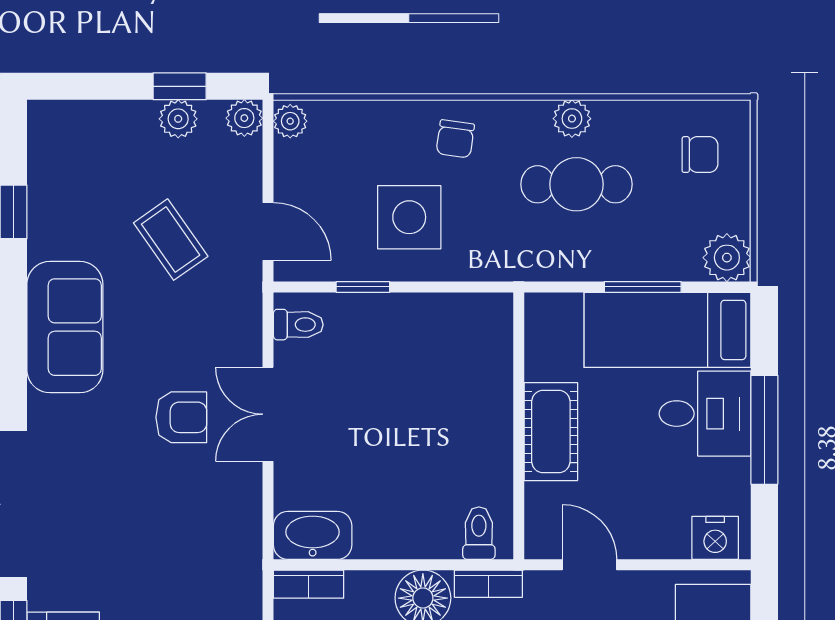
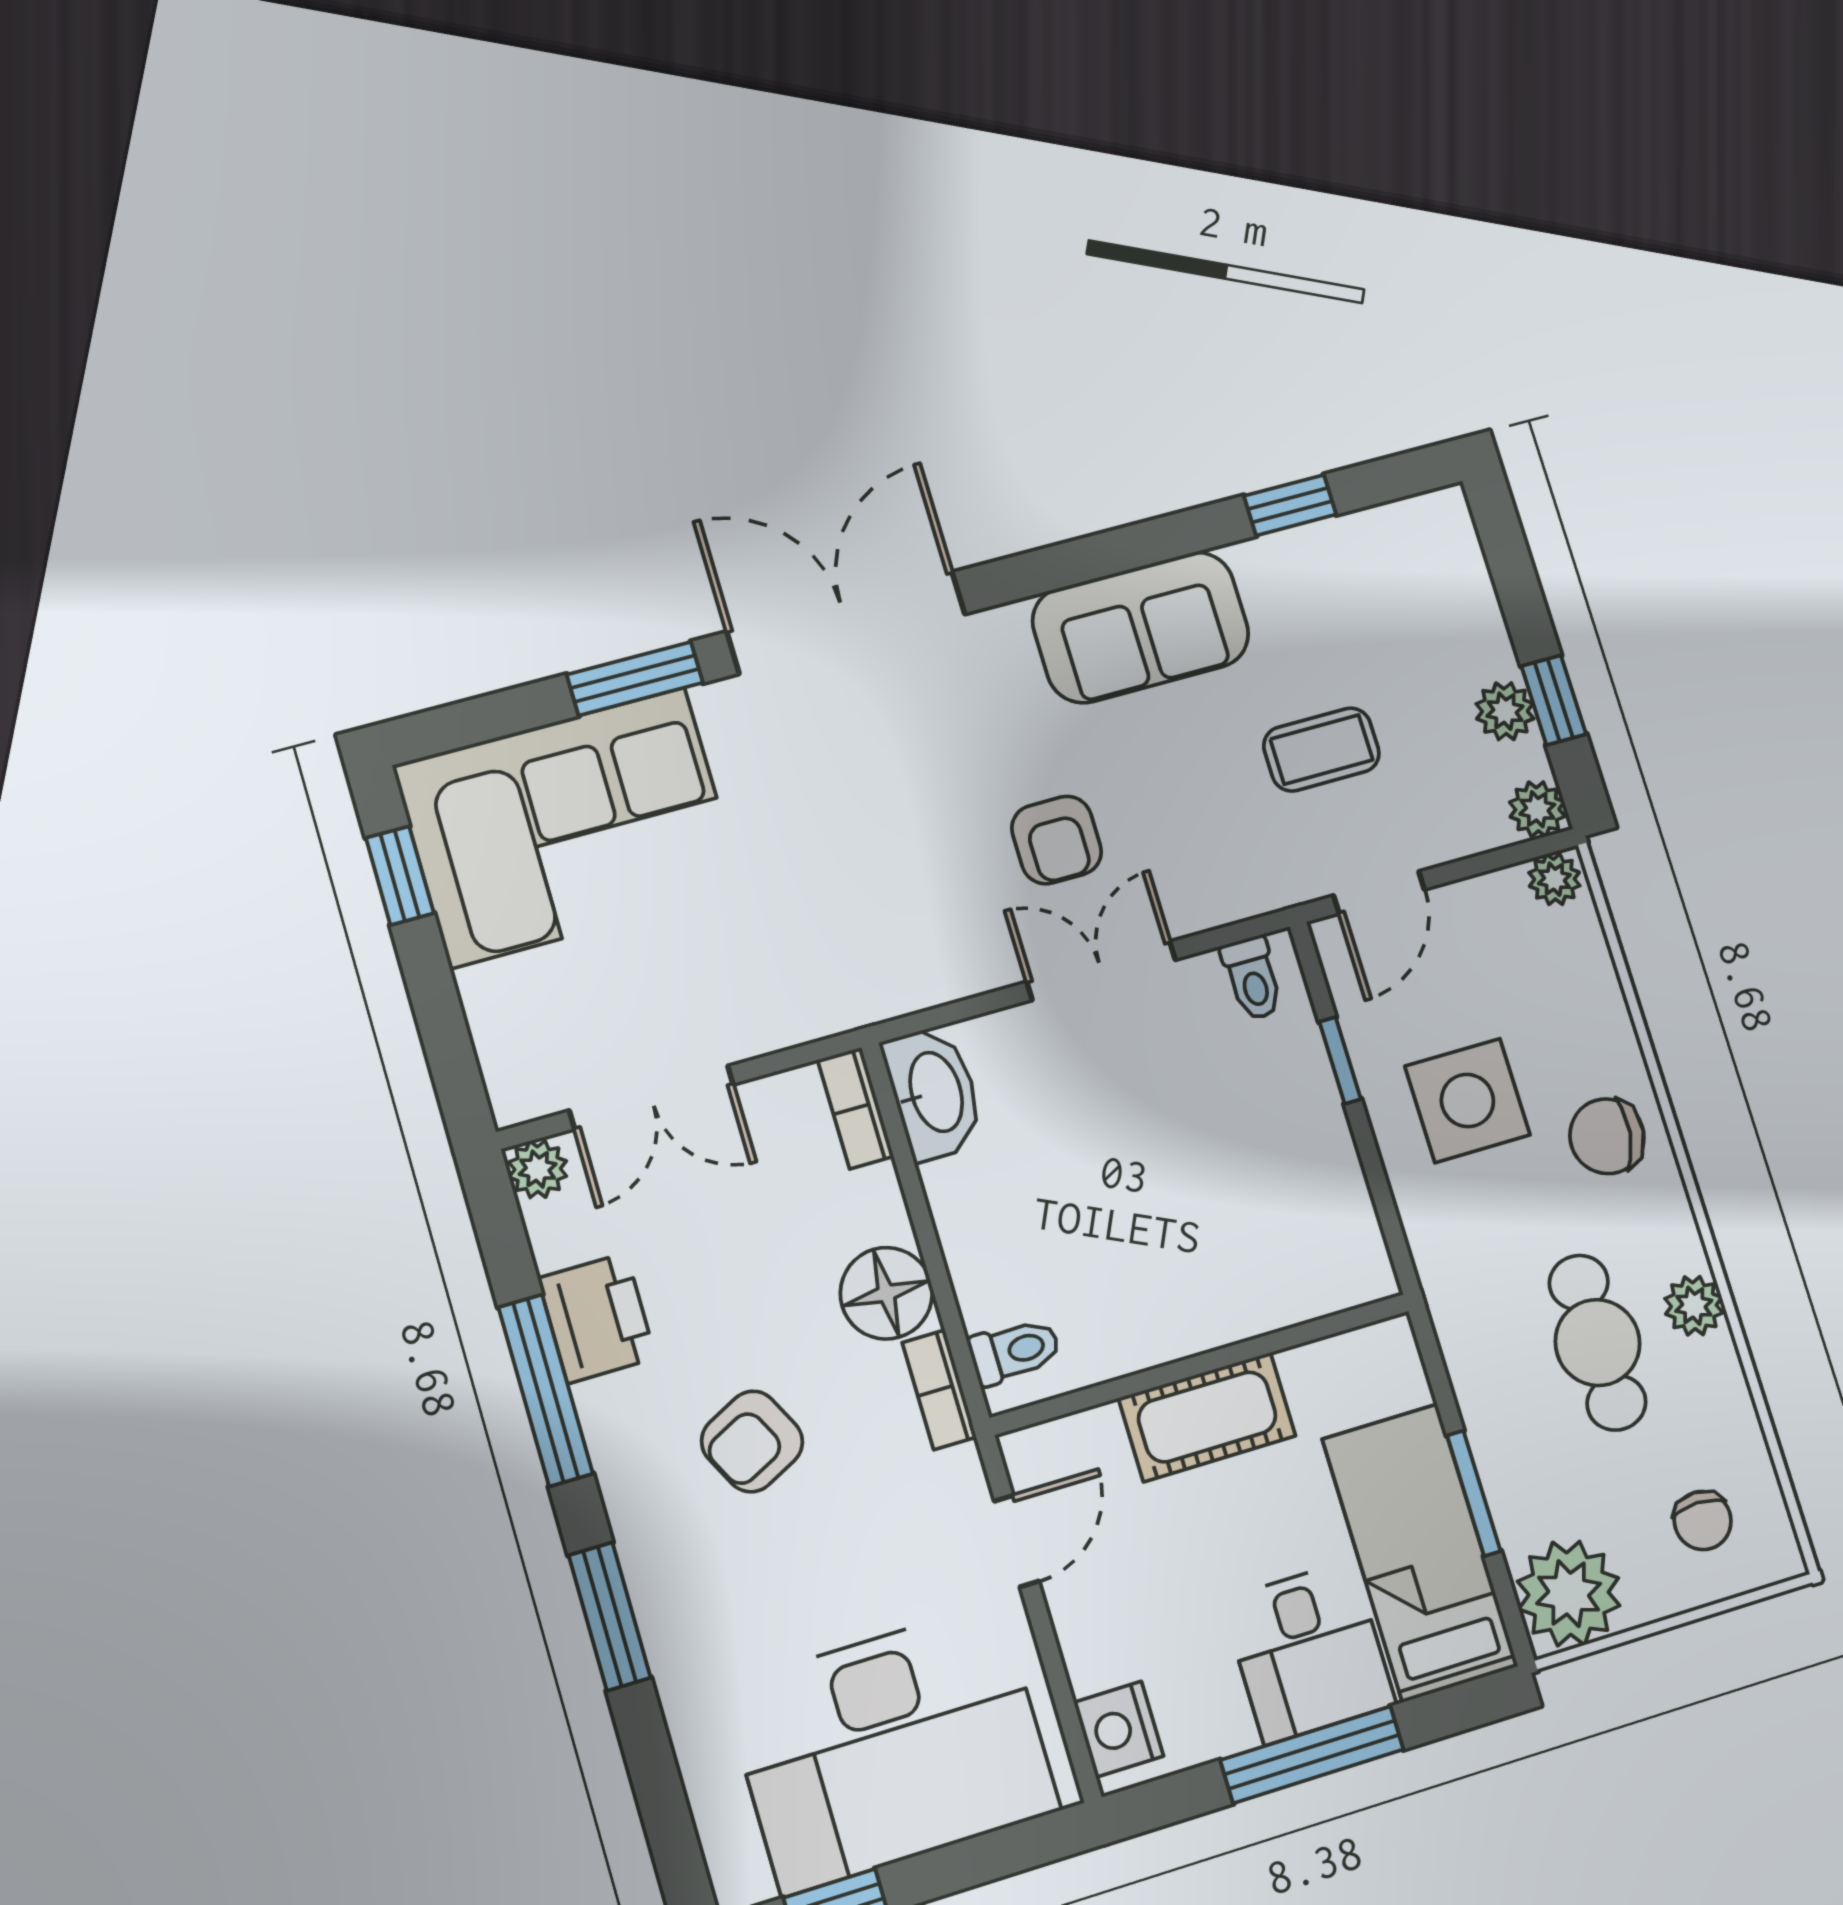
chair: (455, 139) -> (1607, 1136), width x1.37, depth x1.37
coffee table: (171, 240) -> (1321, 750), turned 35
plant: (727, 258) -> (1569, 1594), width x1.36, depth x1.36

